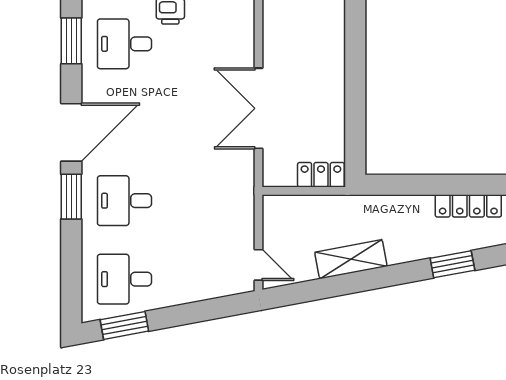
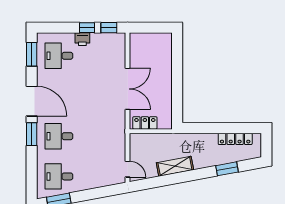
double door: (259, 108) -> (128, 89), swing flipped
door: (71, 132) -> (32, 101), hinge flipped
locker: (321, 175) -> (145, 123), moved

